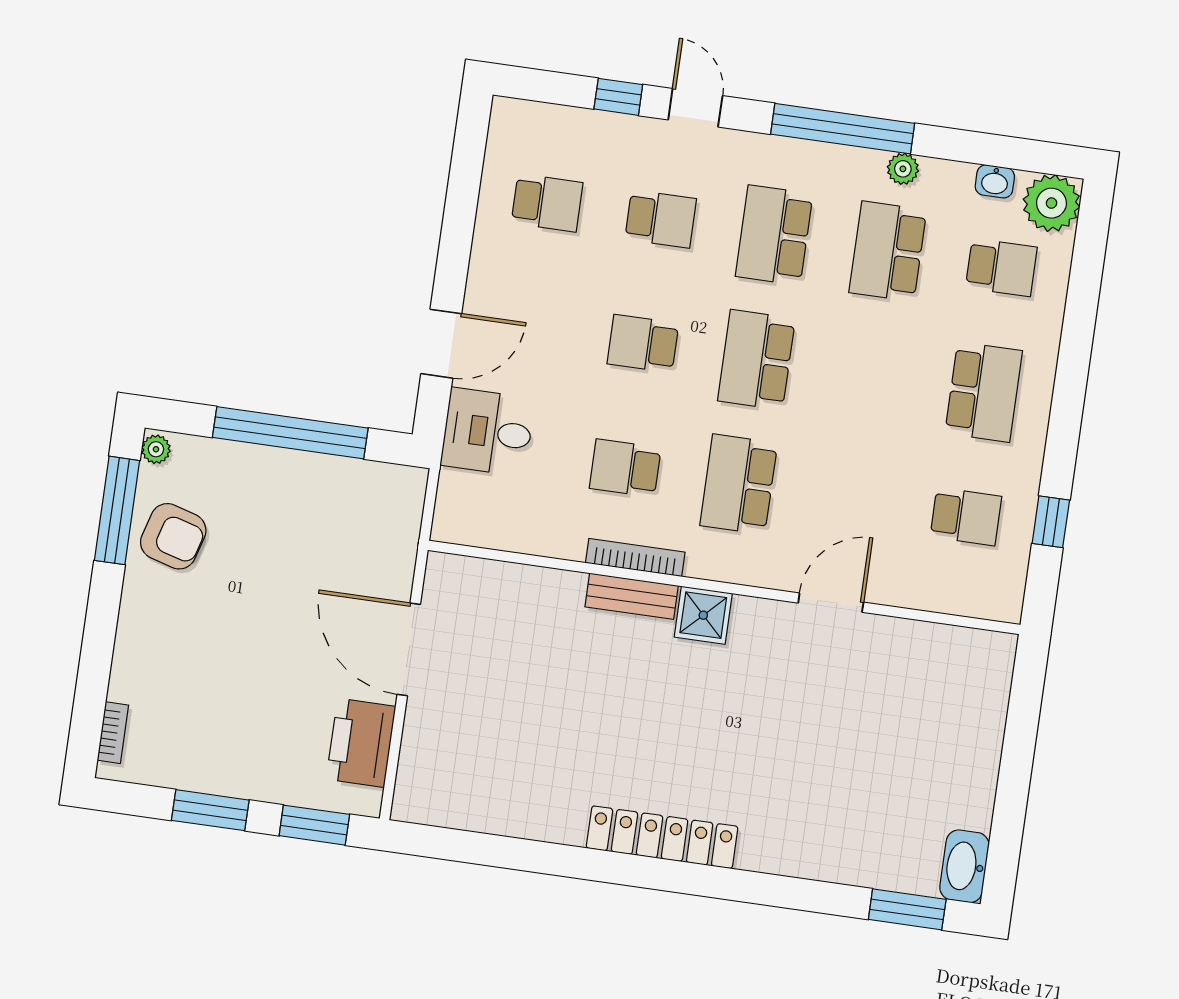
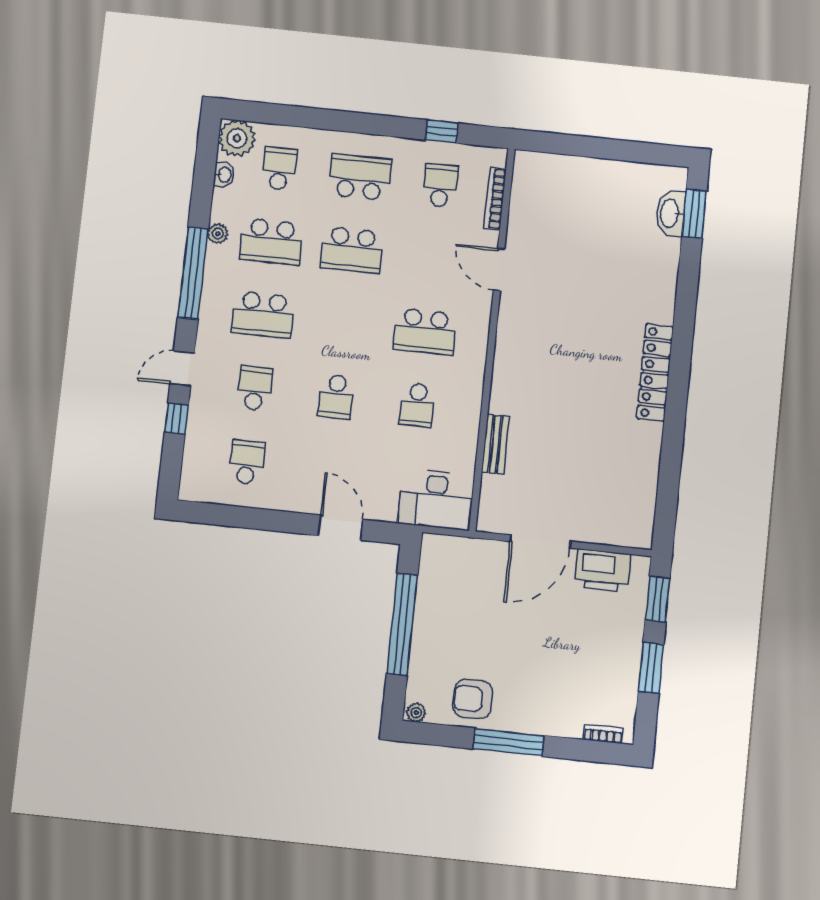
school desk: (756, 360) -> (352, 250), moved
desk: (488, 432) -> (436, 499), moved, width x1.37
window: (117, 510) -> (509, 742), moved
armchair: (173, 536) -> (473, 699), turned -106
bookcase: (635, 557) -> (495, 199), moved
bench: (632, 596) -> (495, 444), moved
shower: (703, 615) -> (510, 351), removed
washbasin: (964, 866) -> (670, 213), moved, turned 90

